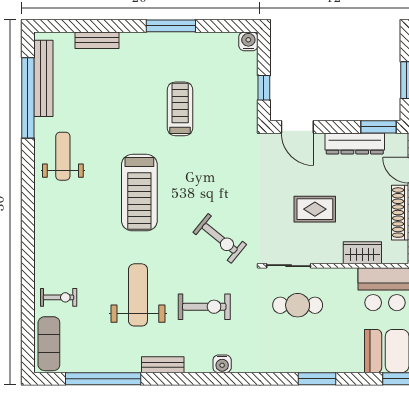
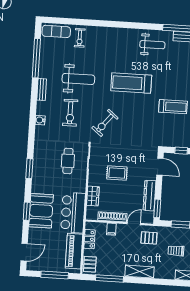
door: (297, 127) -> (160, 167), swing flipped
rug: (315, 209) -> (117, 173), turned 90

